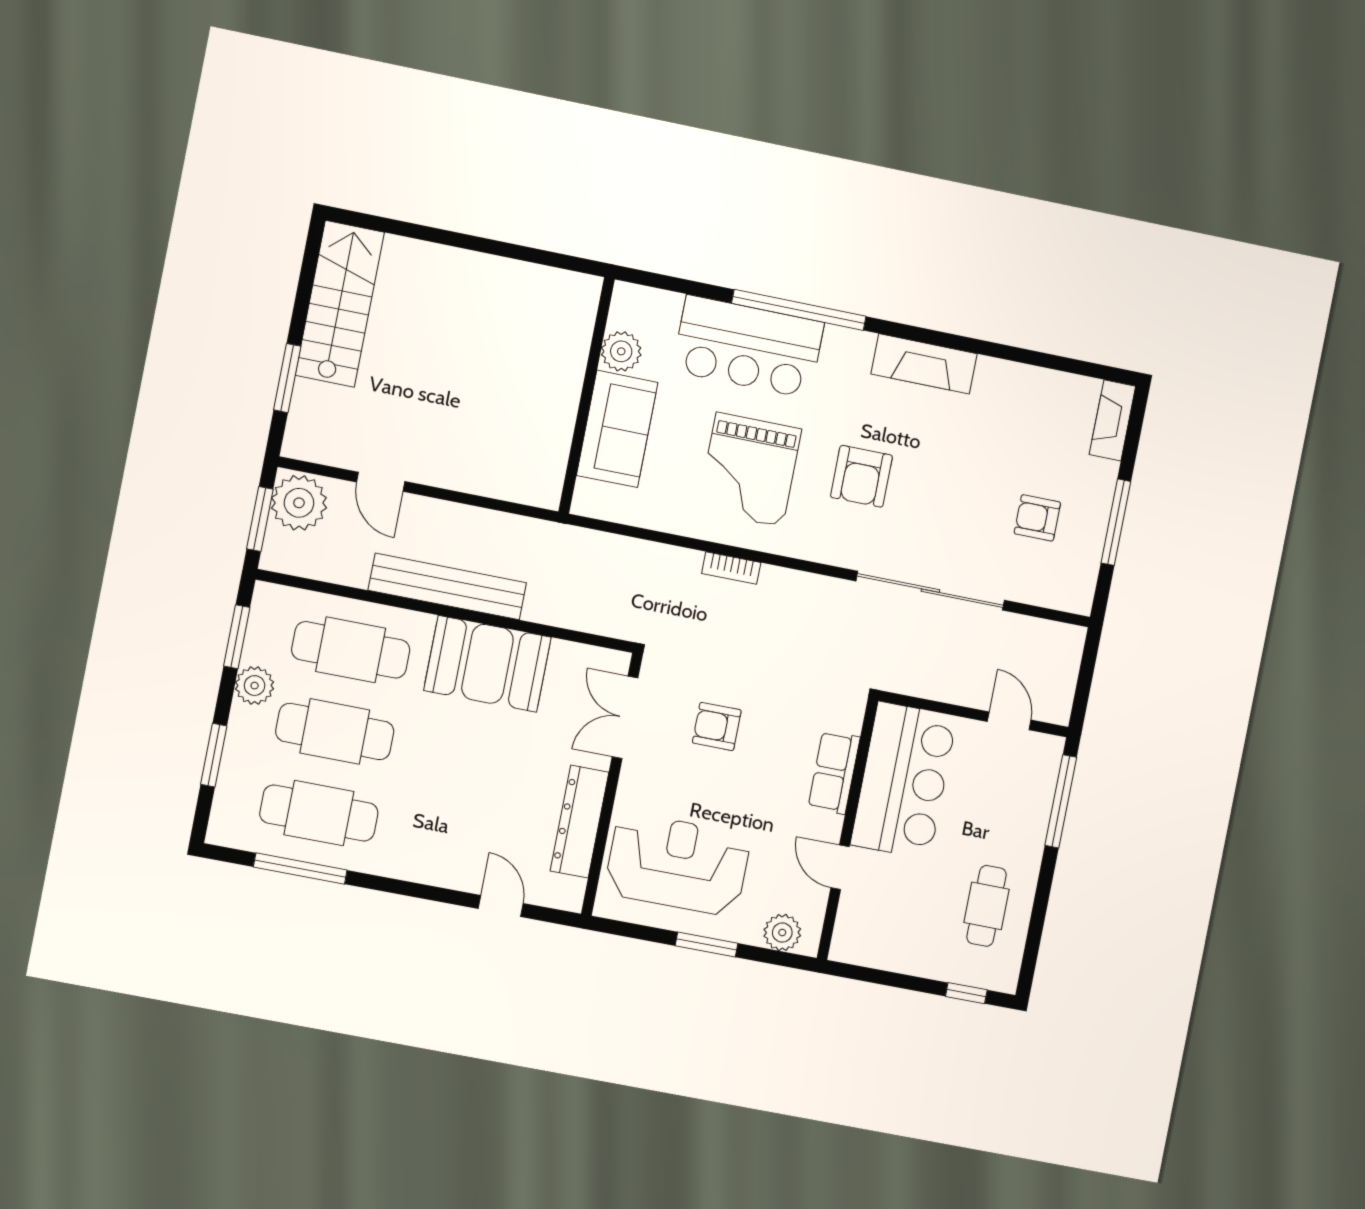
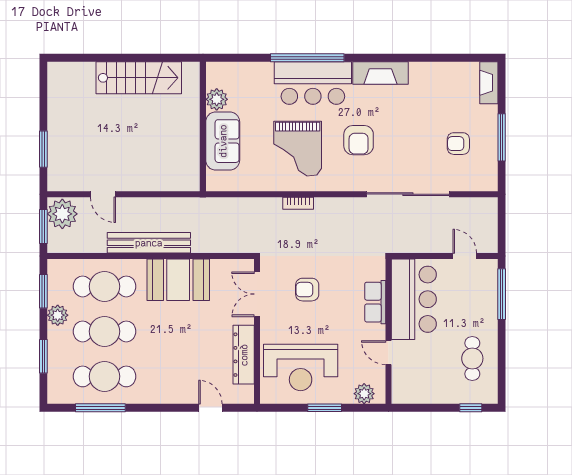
stairs: (340, 304) -> (139, 78), moved, turned 90
bar counter: (748, 347) -> (313, 83), moved
reception desk: (678, 864) -> (301, 367), turned 180

